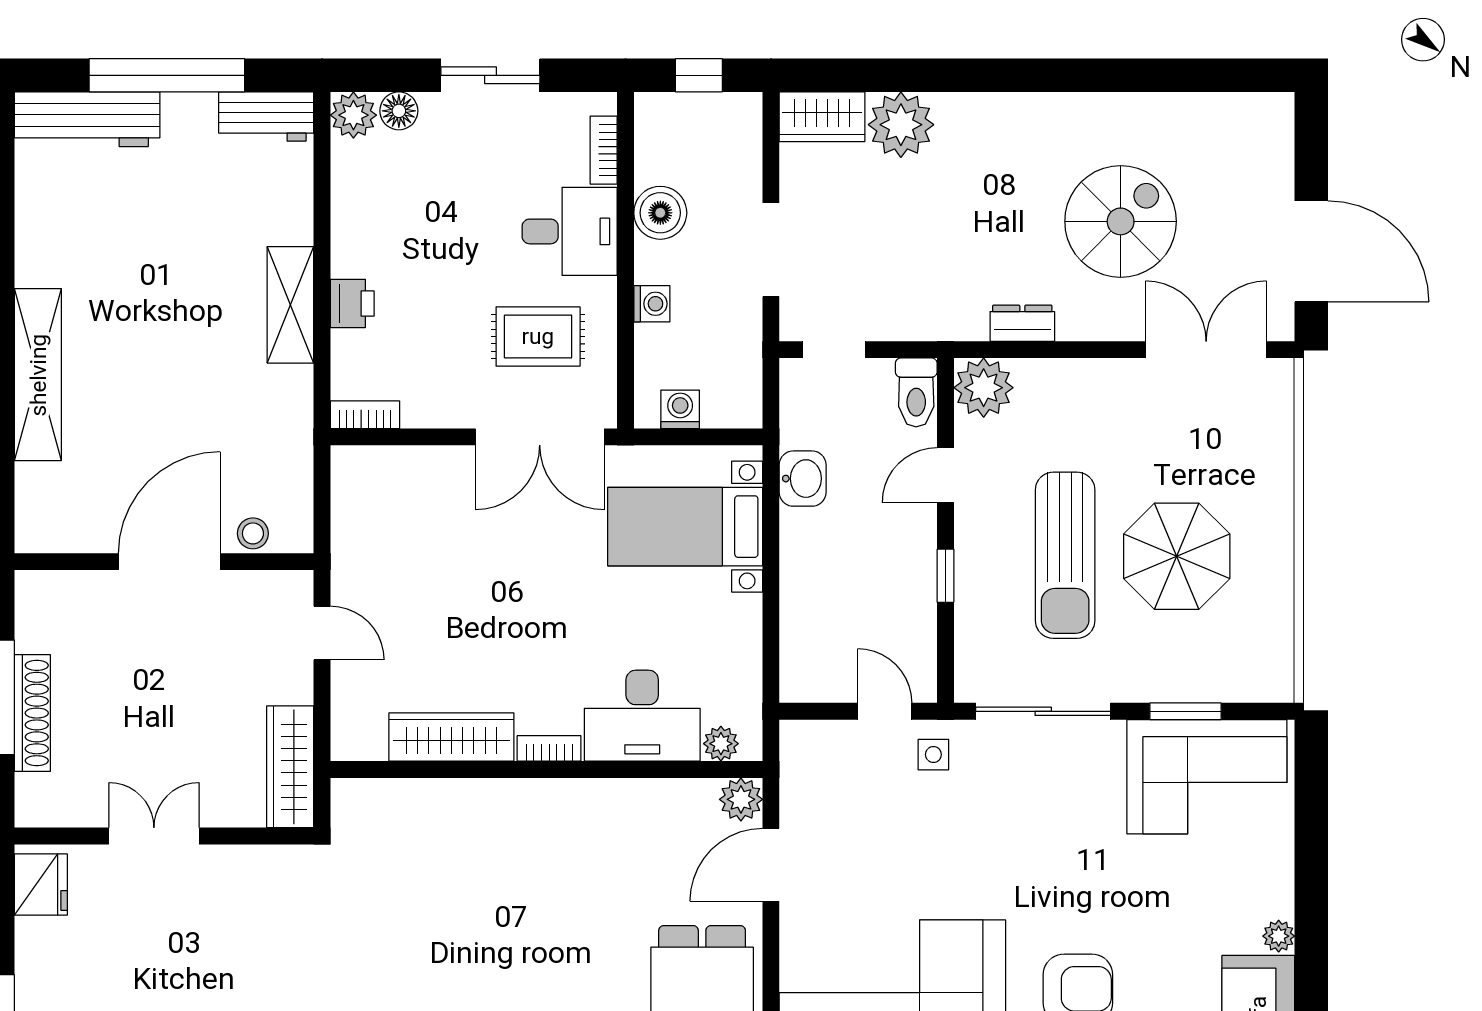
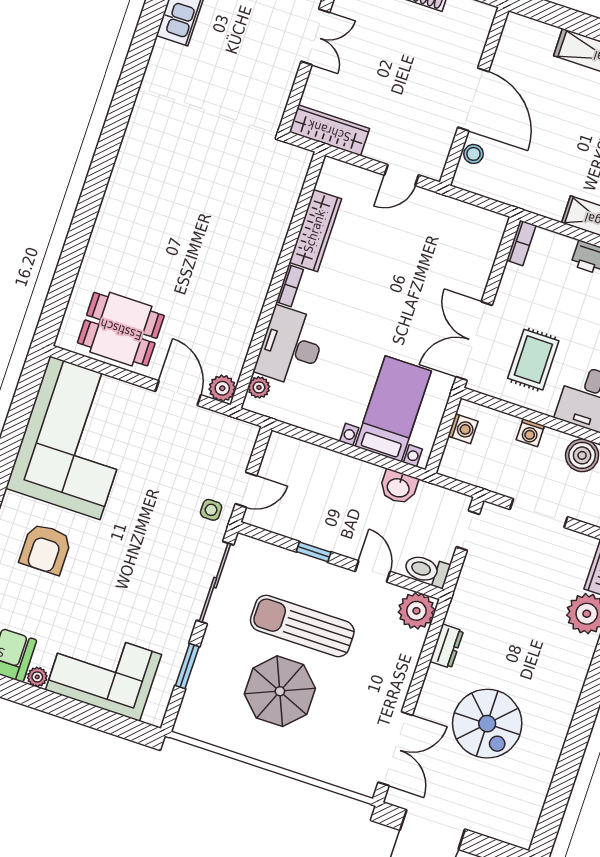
corner sofa: (1207, 777) -> (104, 672), moved, turned 90

